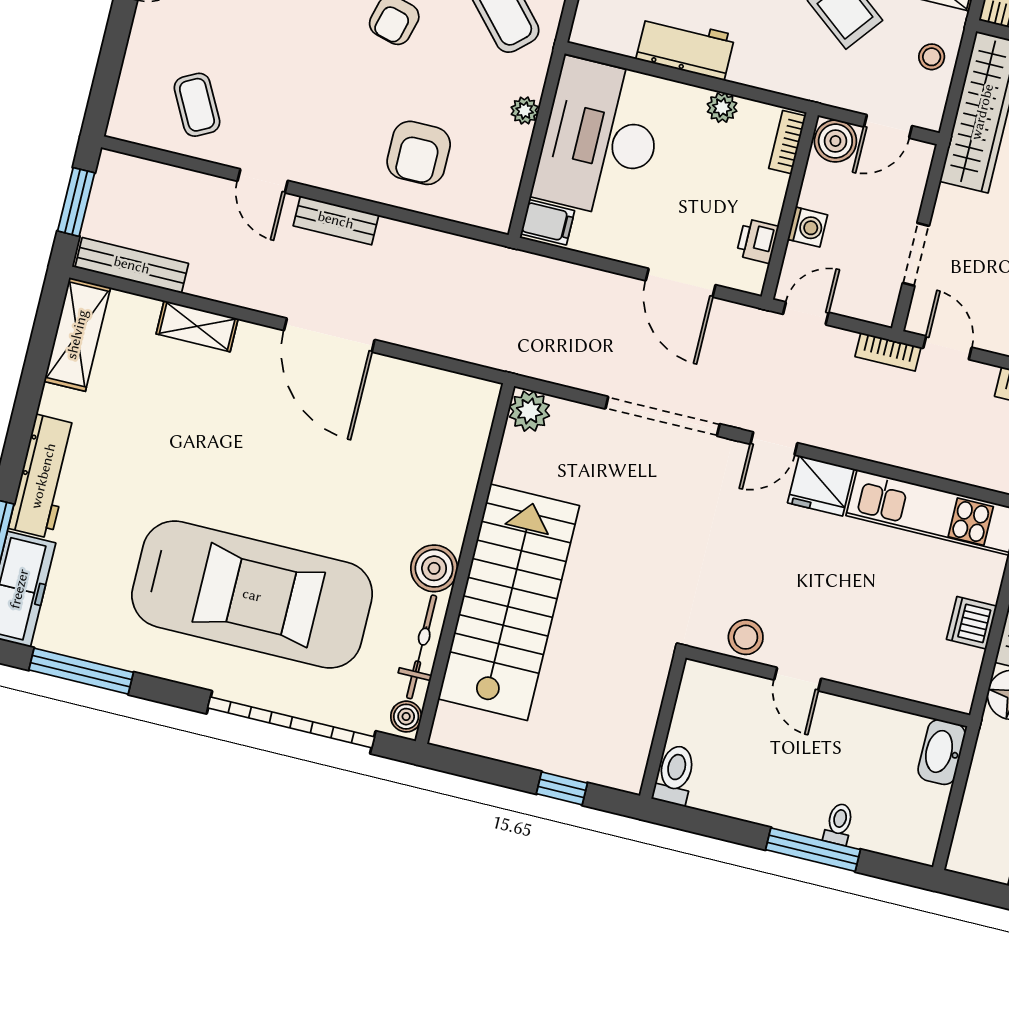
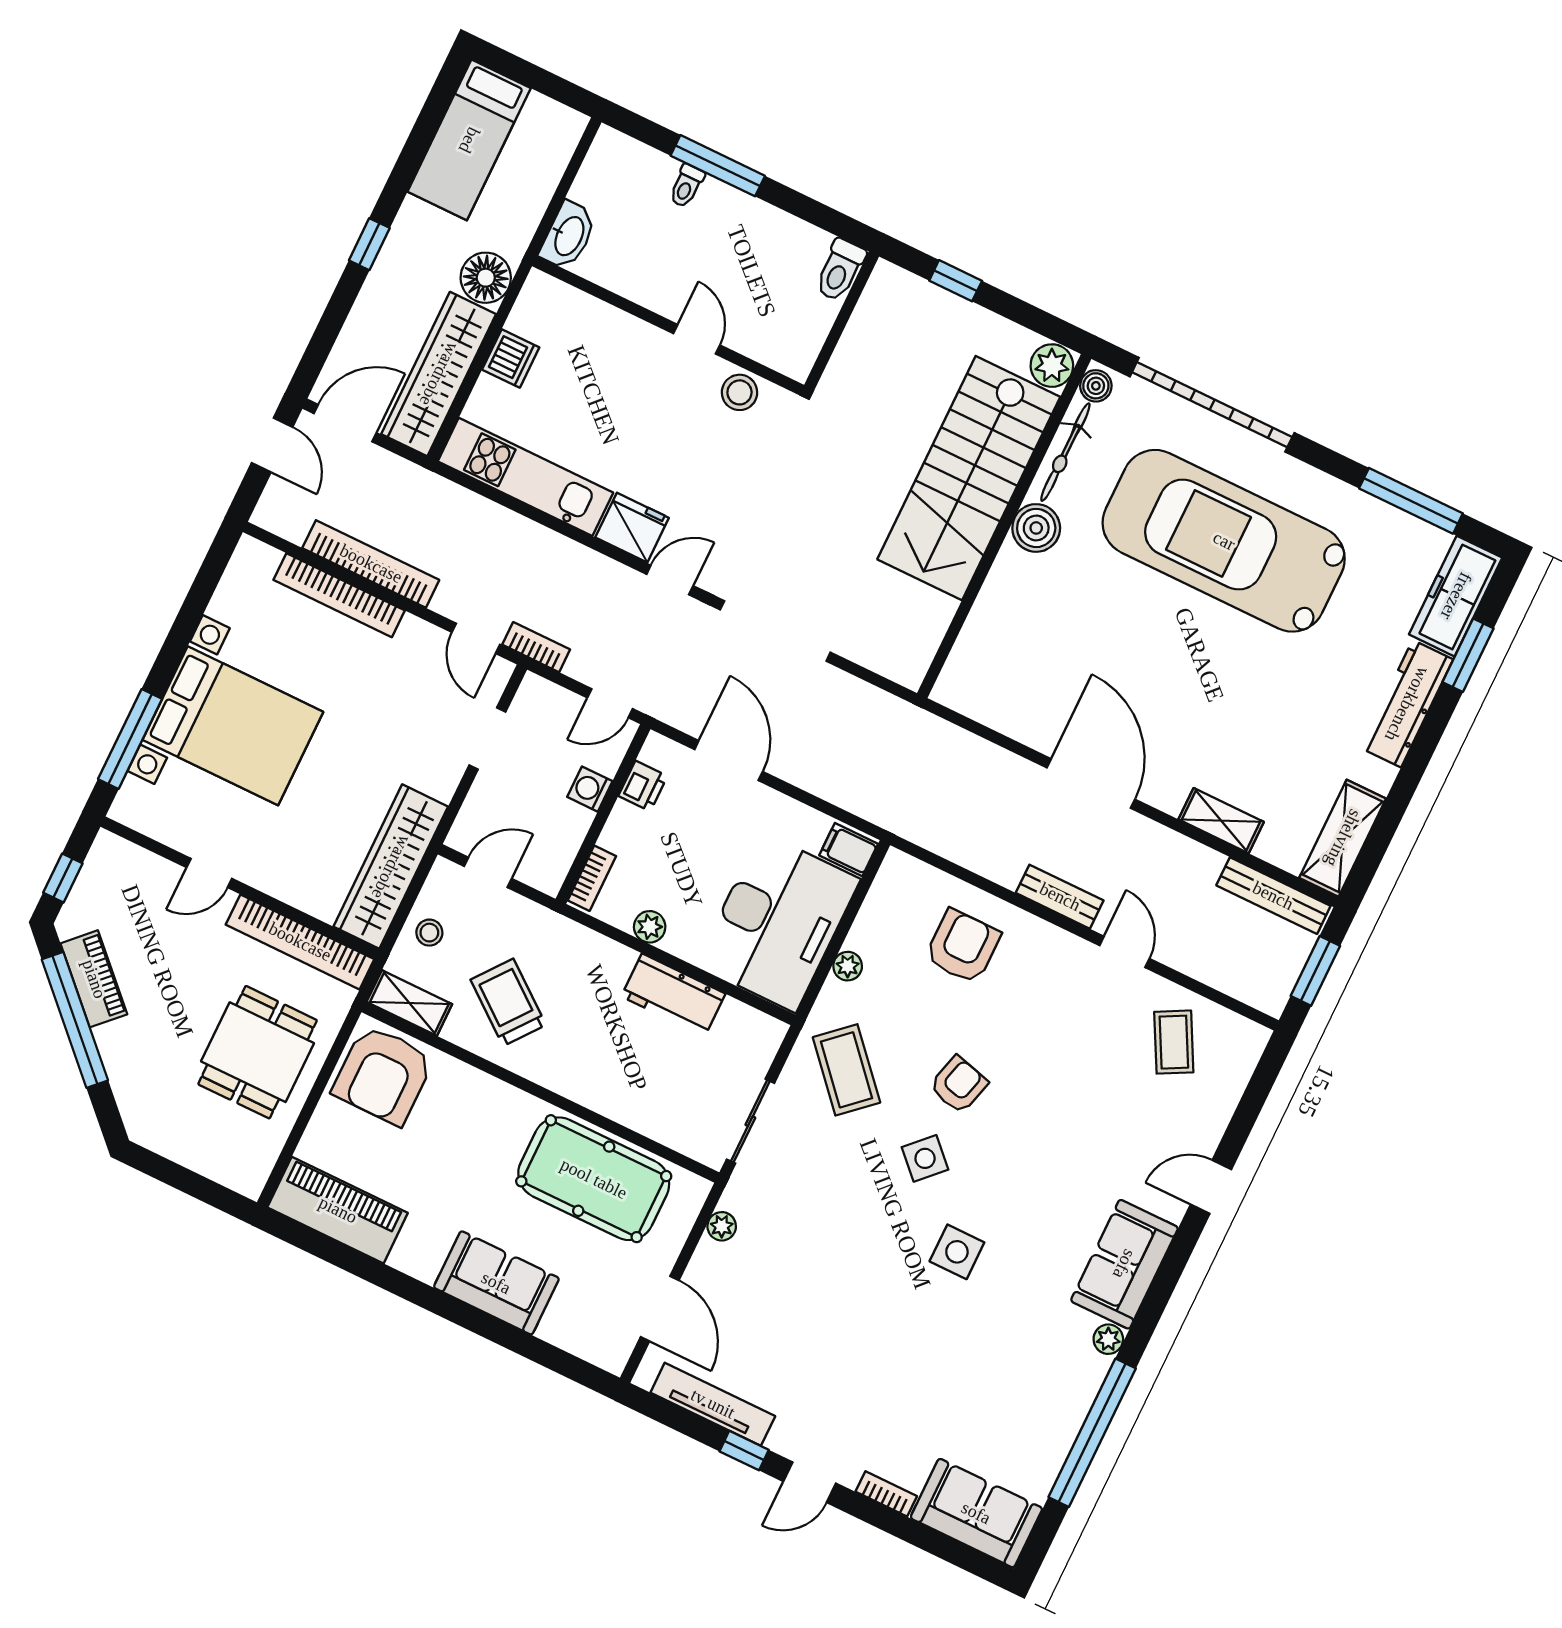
boiler: (835, 141) -> (544, 869), removed
plant: (529, 411) -> (1052, 366), moved

